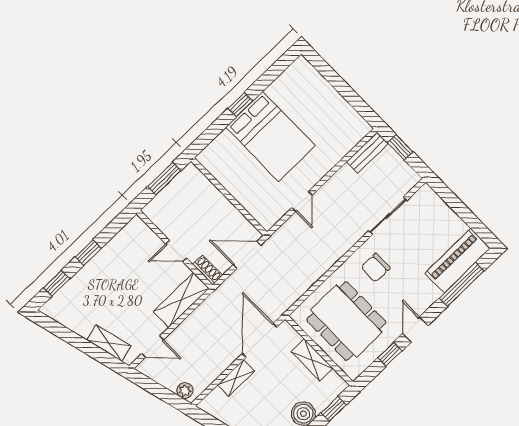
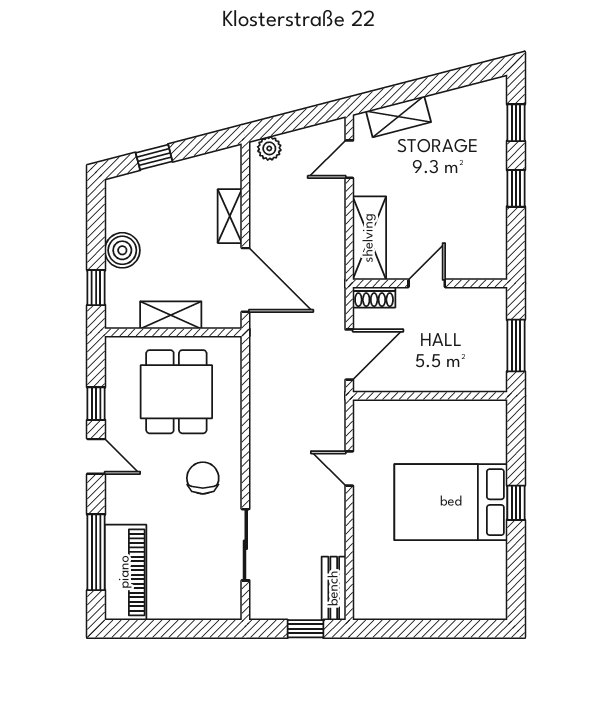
dining table: (346, 321) -> (176, 392), width x0.73

